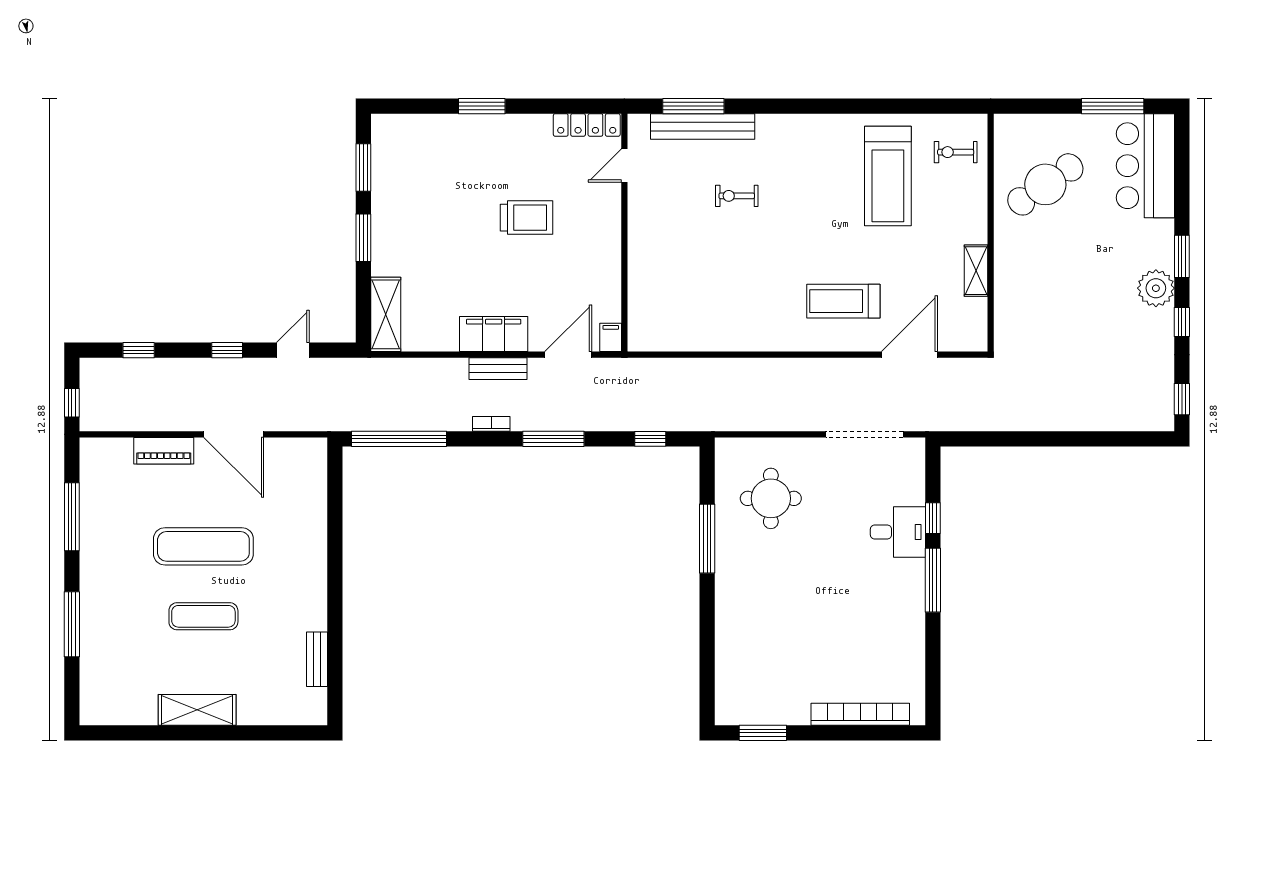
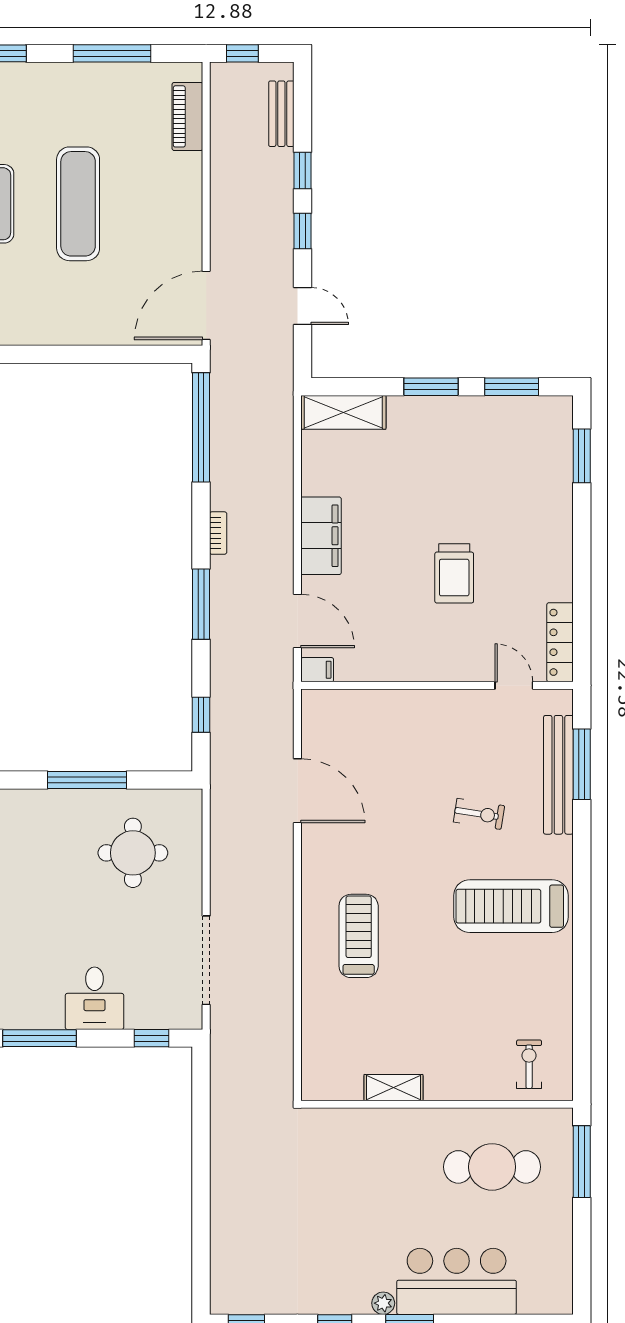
window: (482, 106) -> (582, 456), moved
window: (1113, 106) -> (582, 1162), moved
bar counter: (1145, 166) -> (457, 1281), moved
treadmill: (888, 176) -> (511, 906), moved
cafe table: (1045, 184) -> (492, 1167), turned -55
exercise bike: (737, 196) -> (479, 814), turned 99
plant: (1156, 288) -> (383, 1303), width x0.53, depth x0.53
window: (139, 350) -> (302, 171), moved
door: (909, 355) -> (297, 791), moved
bench: (498, 369) -> (281, 114), moved
door: (234, 434) -> (206, 305), moved
piano: (164, 451) -> (187, 116), moved
window: (933, 518) -> (151, 1038), moved

